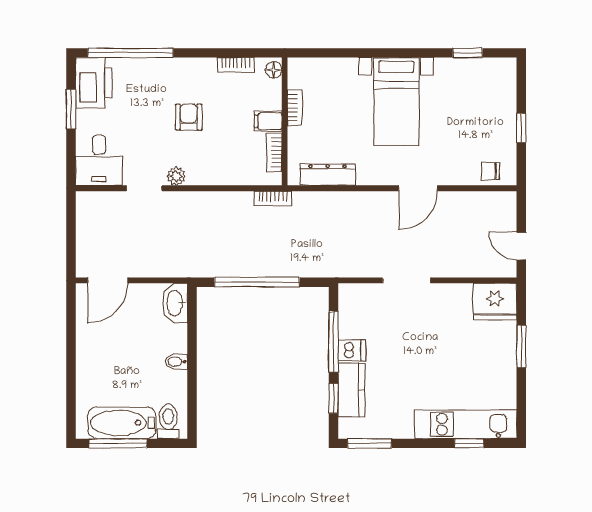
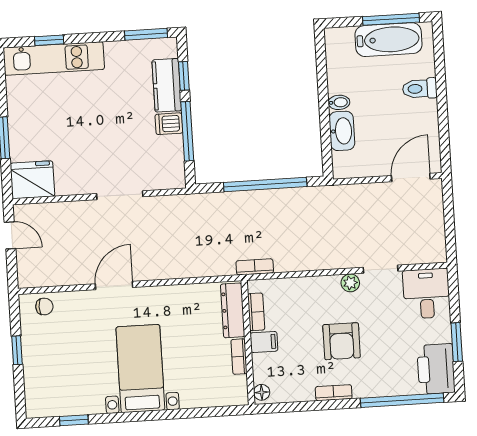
bookcase: (236, 65) -> (334, 393), moved
armchair: (189, 117) -> (342, 341), width x1.38, depth x1.38
dresser: (328, 175) -> (233, 310), moved, turned 90
washbasin: (175, 303) -> (342, 131), moved
toilet: (168, 421) -> (420, 89), moved, turned 90

